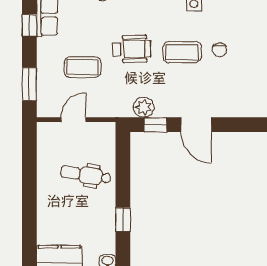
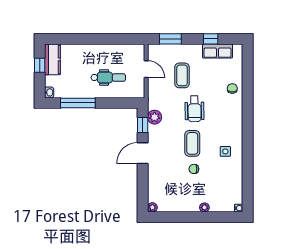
dental chair: (86, 175) -> (108, 77), turned 81
window: (123, 220) -> (78, 103), width x2.17

